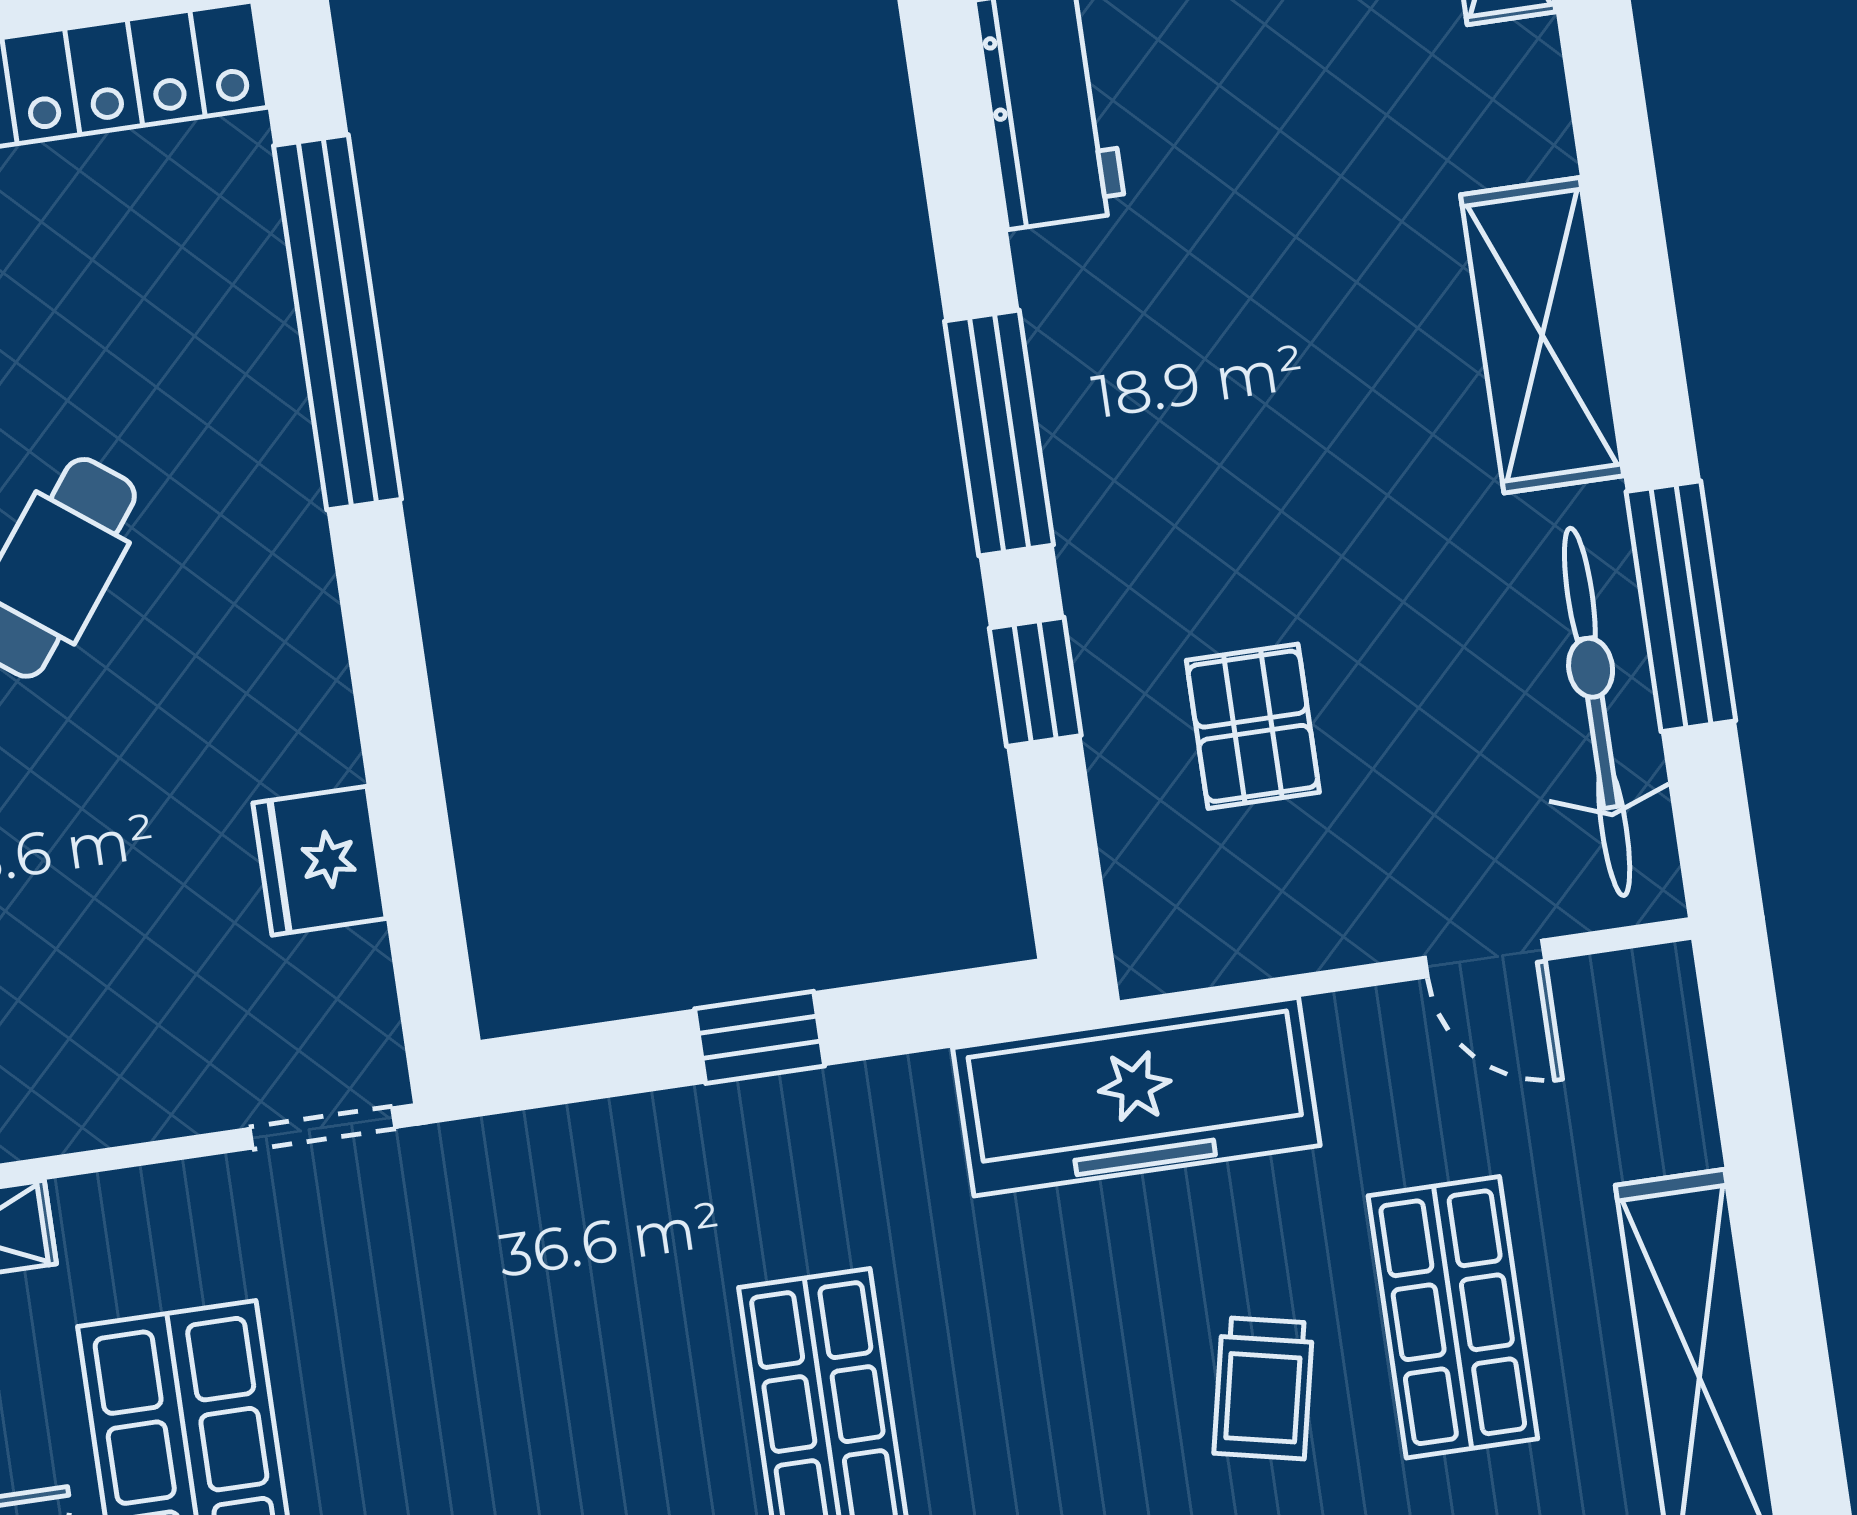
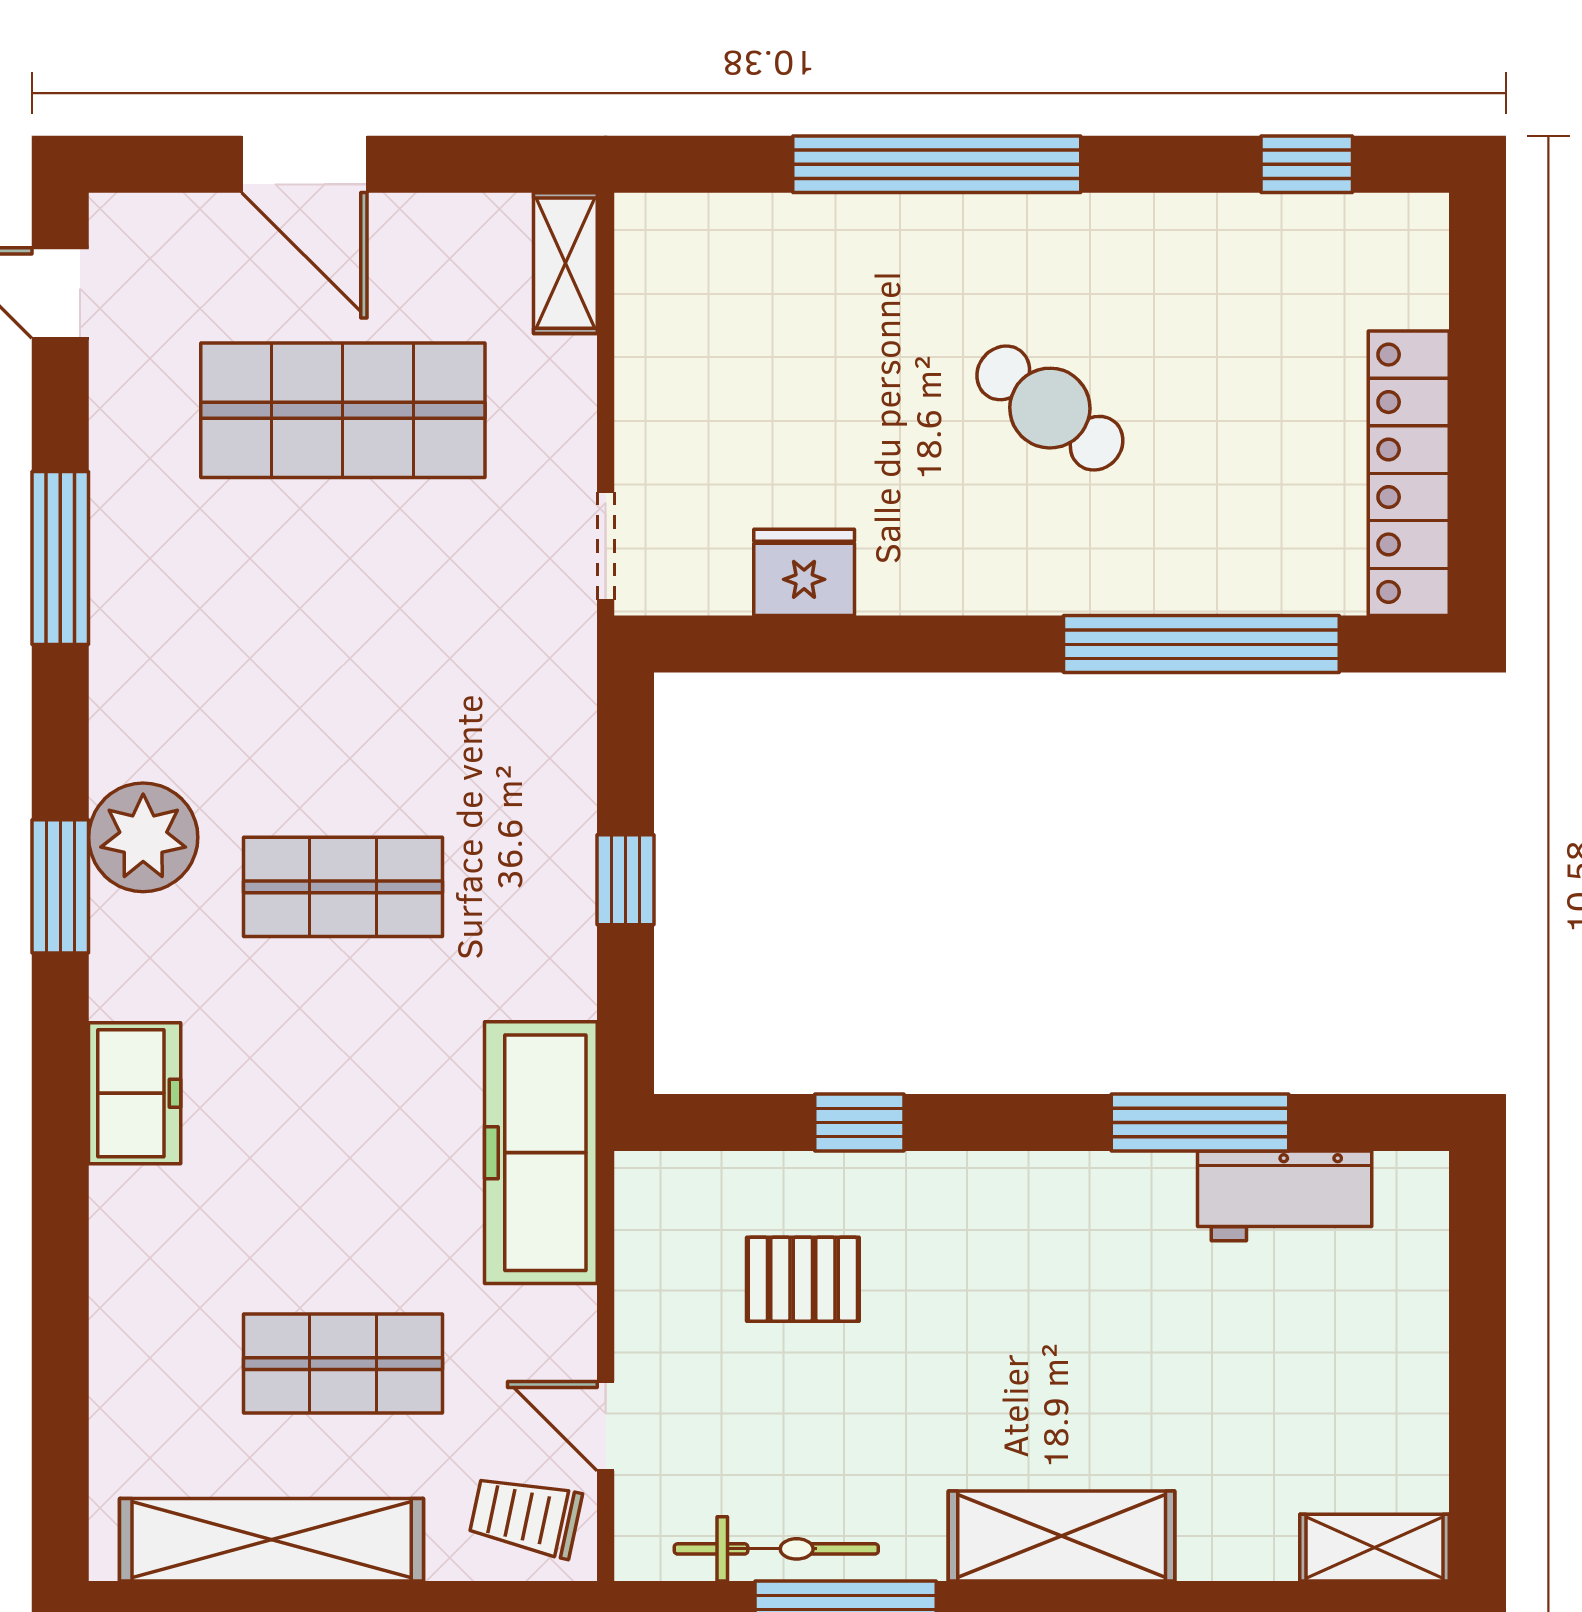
window: (999, 433) -> (1200, 1123), moved
bicycle: (1597, 712) -> (776, 1549), width x0.73, depth x0.71
door: (1485, 958) -> (606, 1426), hinge flipped
trolley: (1263, 1388) -> (525, 1516), moved

